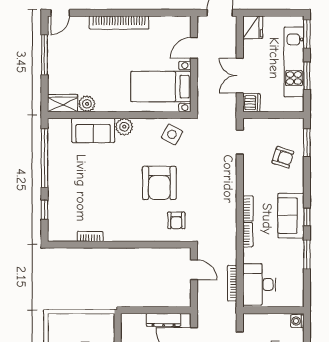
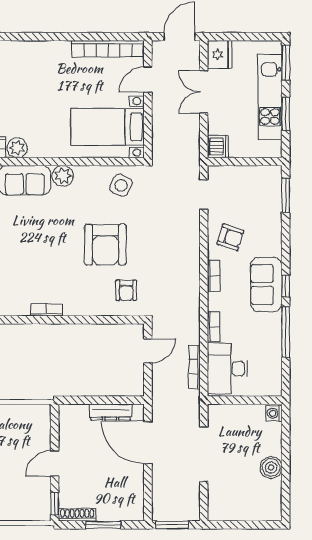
bookcase: (119, 23) -> (108, 49), moved
double door: (240, 76) -> (204, 92), moved
armchair: (283, 157) -> (230, 237), moved
bookcase: (248, 235) -> (213, 327), moved
bookcase: (90, 236) -> (46, 310), moved
window: (307, 255) -> (286, 332), width x1.44
door: (194, 270) -> (148, 351), hinge flipped

